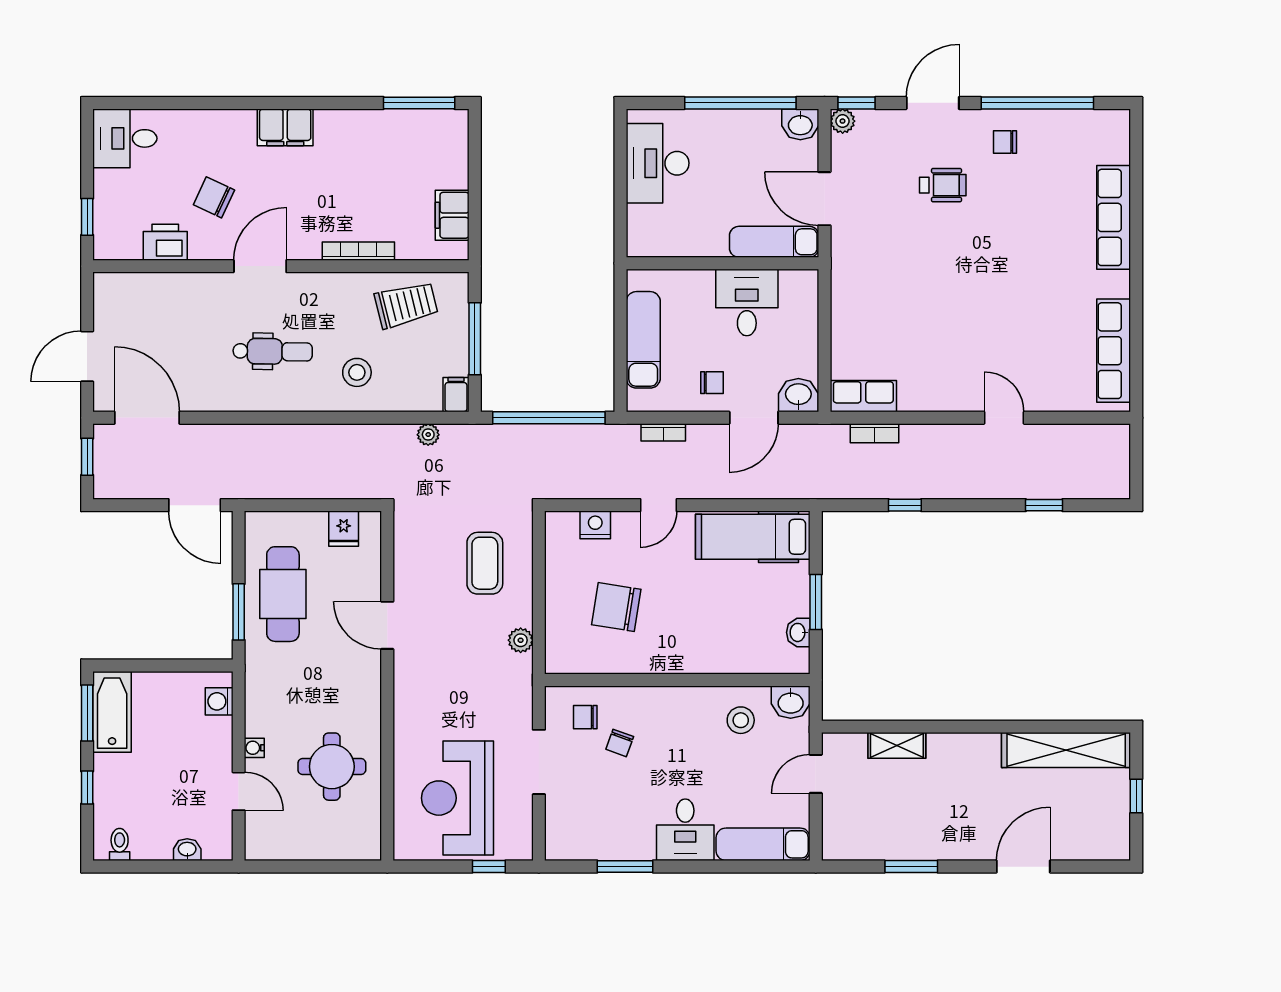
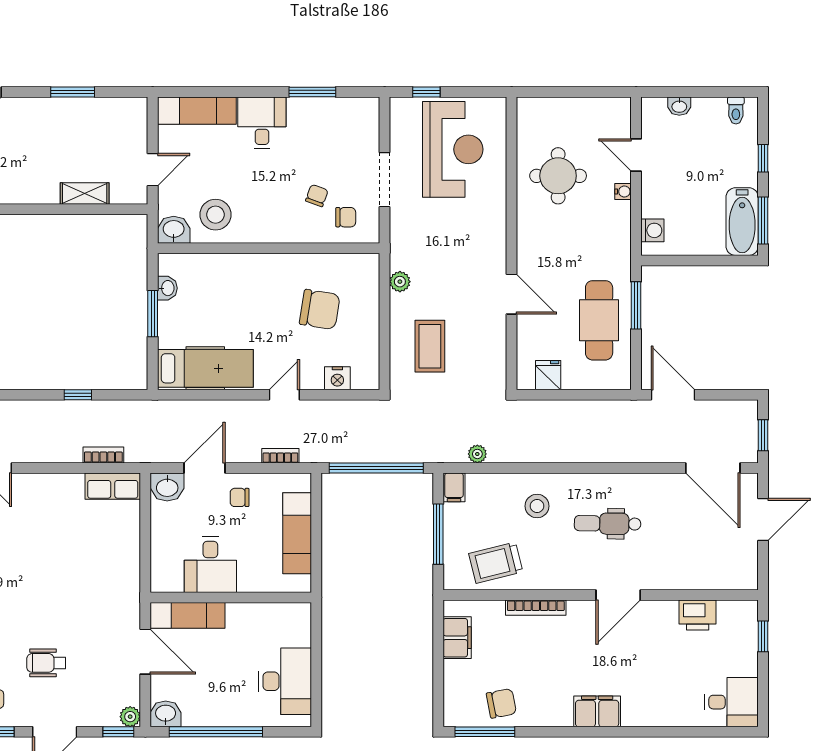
chair: (214, 197) -> (501, 703), moved, turned -36
stool: (741, 720) -> (215, 215), width x1.38, depth x1.38

